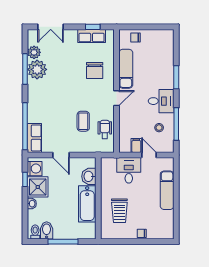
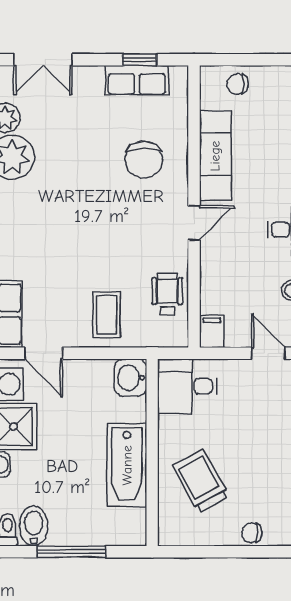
coffee table: (83, 121) -> (107, 315), moved
filing cabinet: (136, 146) -> (212, 331), moved
door: (61, 155) -> (44, 353), moved
desk: (129, 170) -> (187, 386), moved, turned -90
washbasin: (89, 176) -> (131, 378), moved
trolley: (119, 211) -> (201, 481), turned 151

